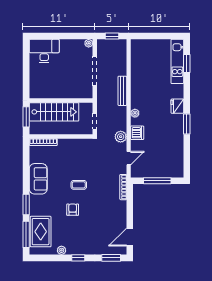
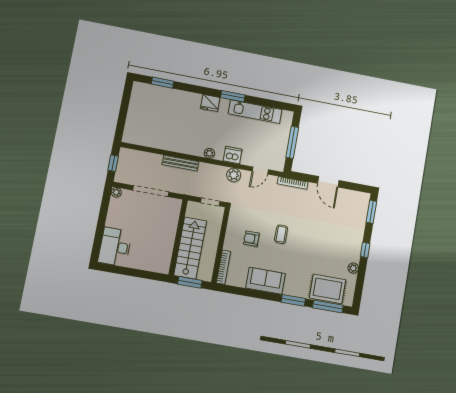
kitchen unit: (177, 61) -> (255, 112), moved
door: (129, 158) -> (260, 170), swing flipped
armchair: (73, 210) -> (251, 239), moved
door: (130, 237) -> (328, 182), moved

